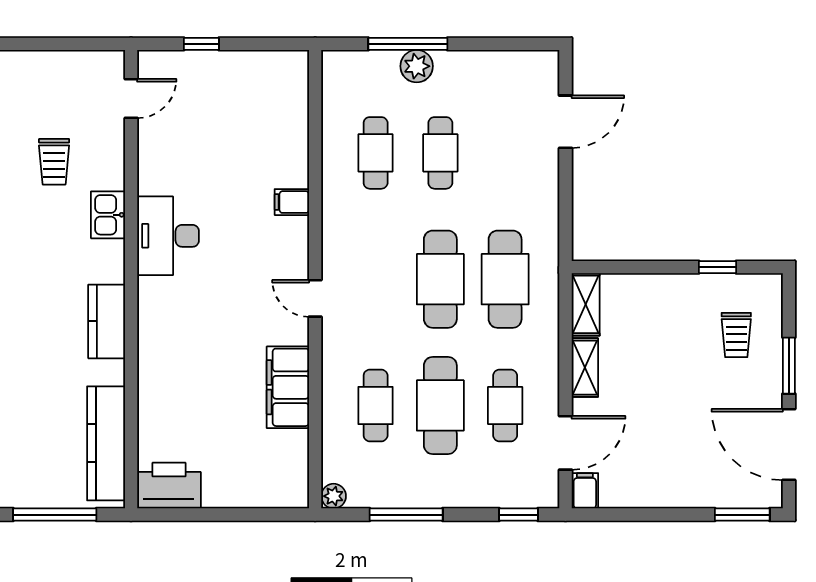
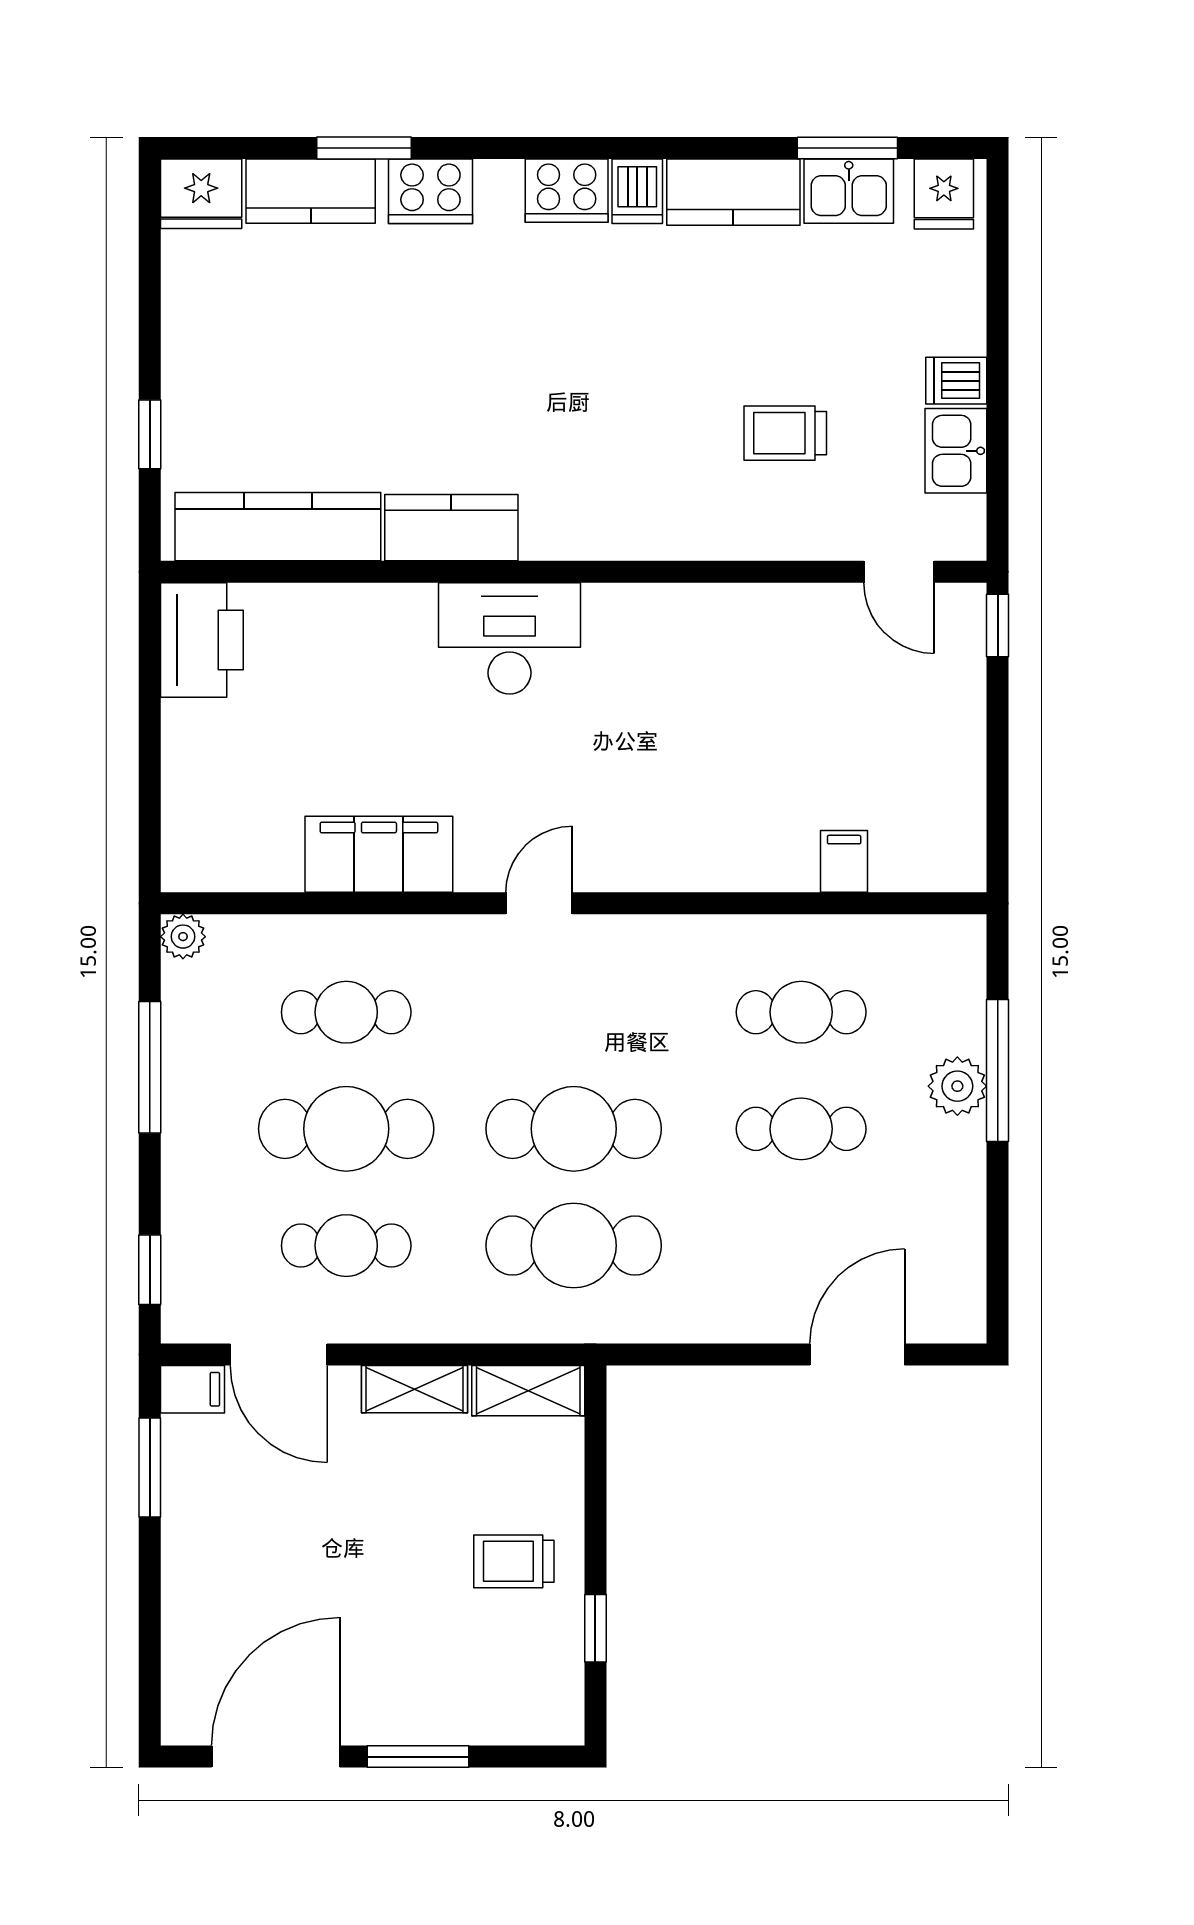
window: (201, 44) -> (998, 625), moved
dishwasher: (25, 67) -> (956, 381), added
door: (566, 122) -> (857, 1354), swing flipped
filing cabinet: (292, 202) -> (844, 861), moved
kitchen sink: (108, 215) -> (956, 451), moved, turned -90
desk: (168, 236) -> (509, 638), moved
kitchen counter: (107, 321) -> (451, 528), moved
trolley: (736, 335) -> (514, 1561), moved
window: (55, 515) -> (150, 434), width x0.46
window: (742, 515) -> (150, 1467), moved

